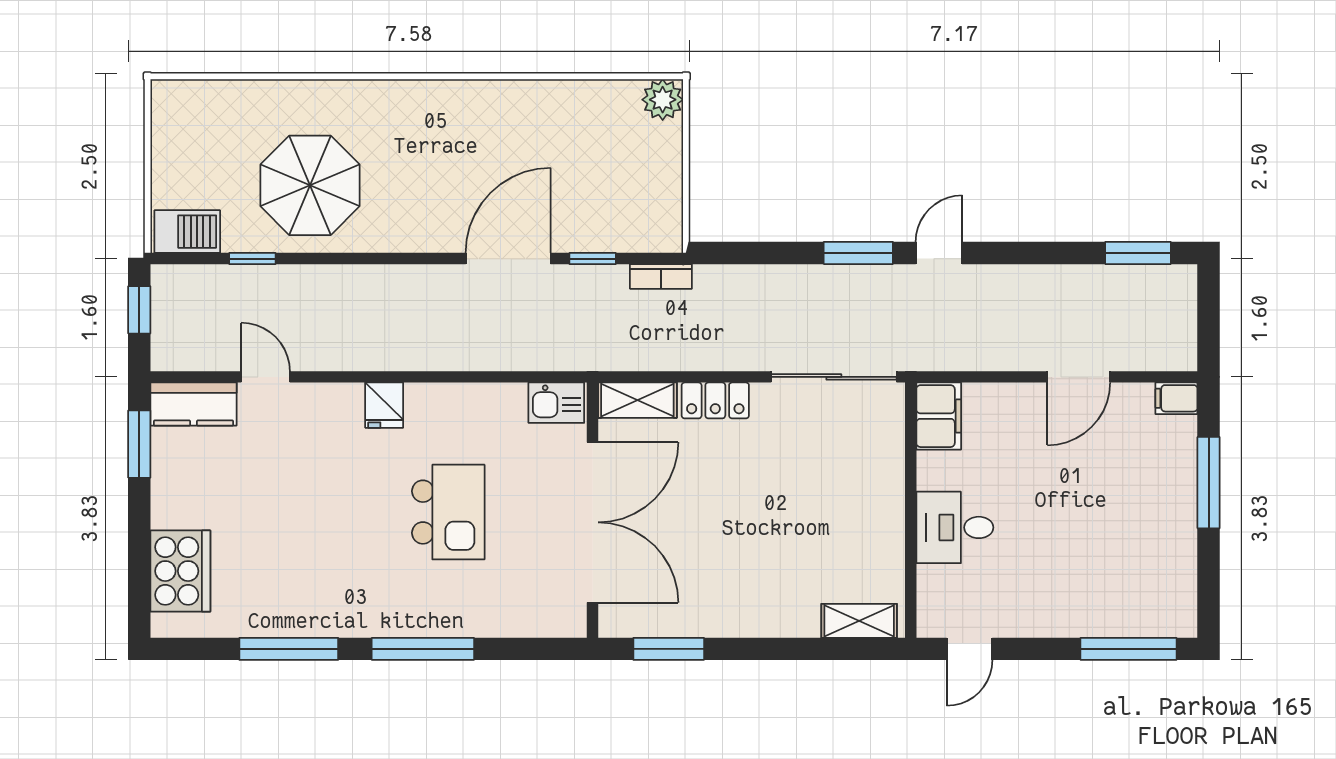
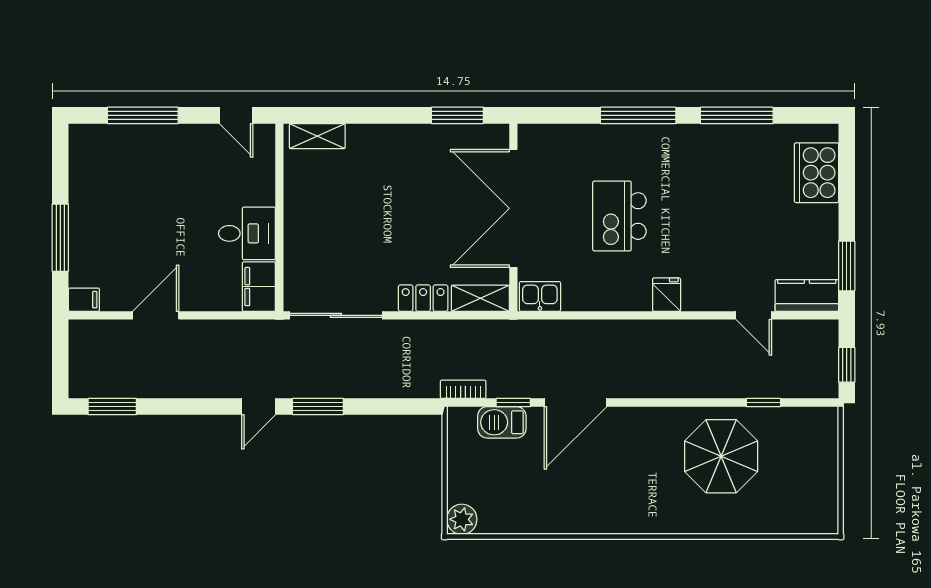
barbecue: (187, 232) -> (502, 422), moved
desk: (955, 527) -> (247, 233), moved
door: (970, 649) -> (236, 115), swing flipped
window: (1128, 649) -> (143, 115), moved

